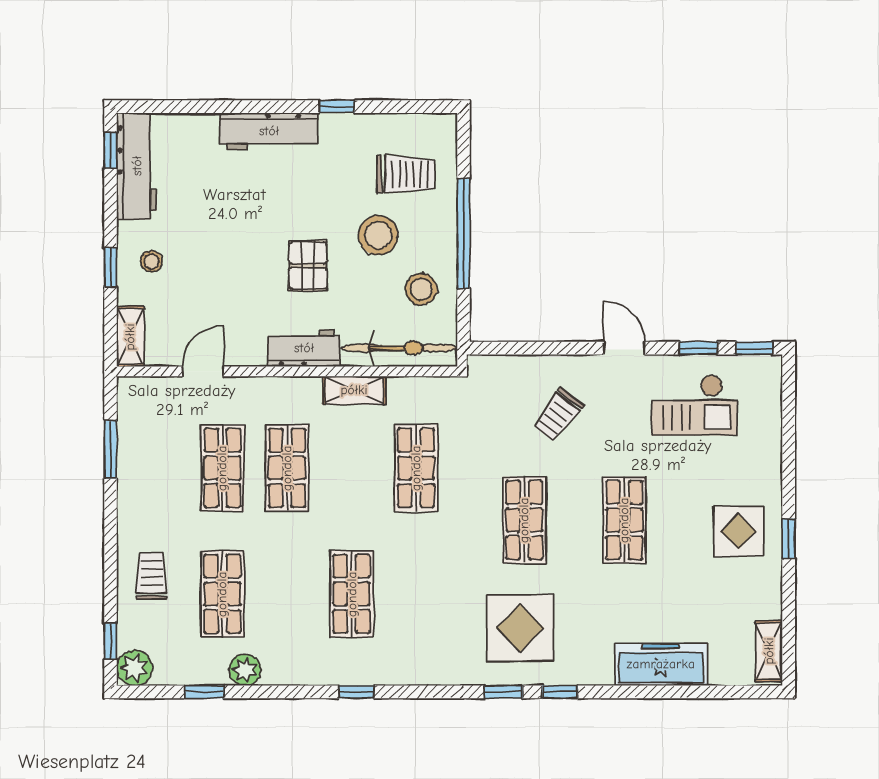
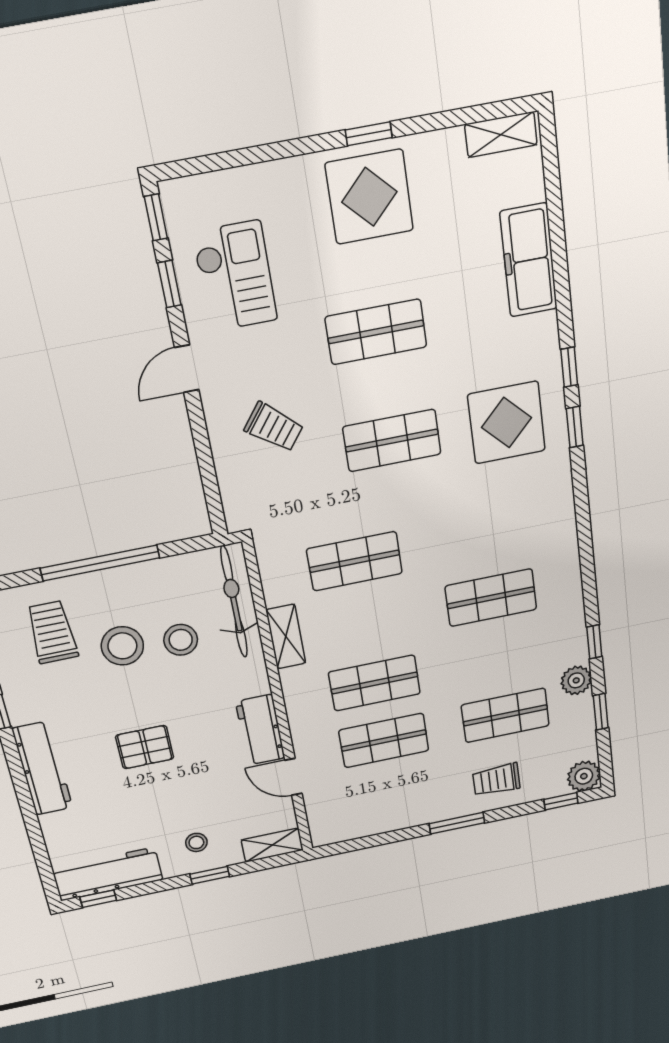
pallet: (308, 266) -> (145, 747), moved
stool: (421, 289) -> (181, 640), moved
workbench: (304, 348) -> (260, 730), moved
window: (111, 449) -> (457, 823), moved
display table: (739, 531) -> (369, 197), width x1.36, depth x1.36
window: (356, 692) -> (594, 642), moved

